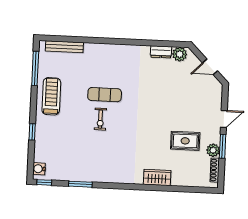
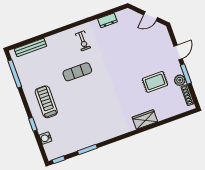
plant: (180, 54) -> (123, 16), removed
treadmill: (51, 96) -> (46, 102), moved
exercise bike: (100, 119) -> (83, 41), moved
water cooler: (39, 169) -> (45, 138), moved

